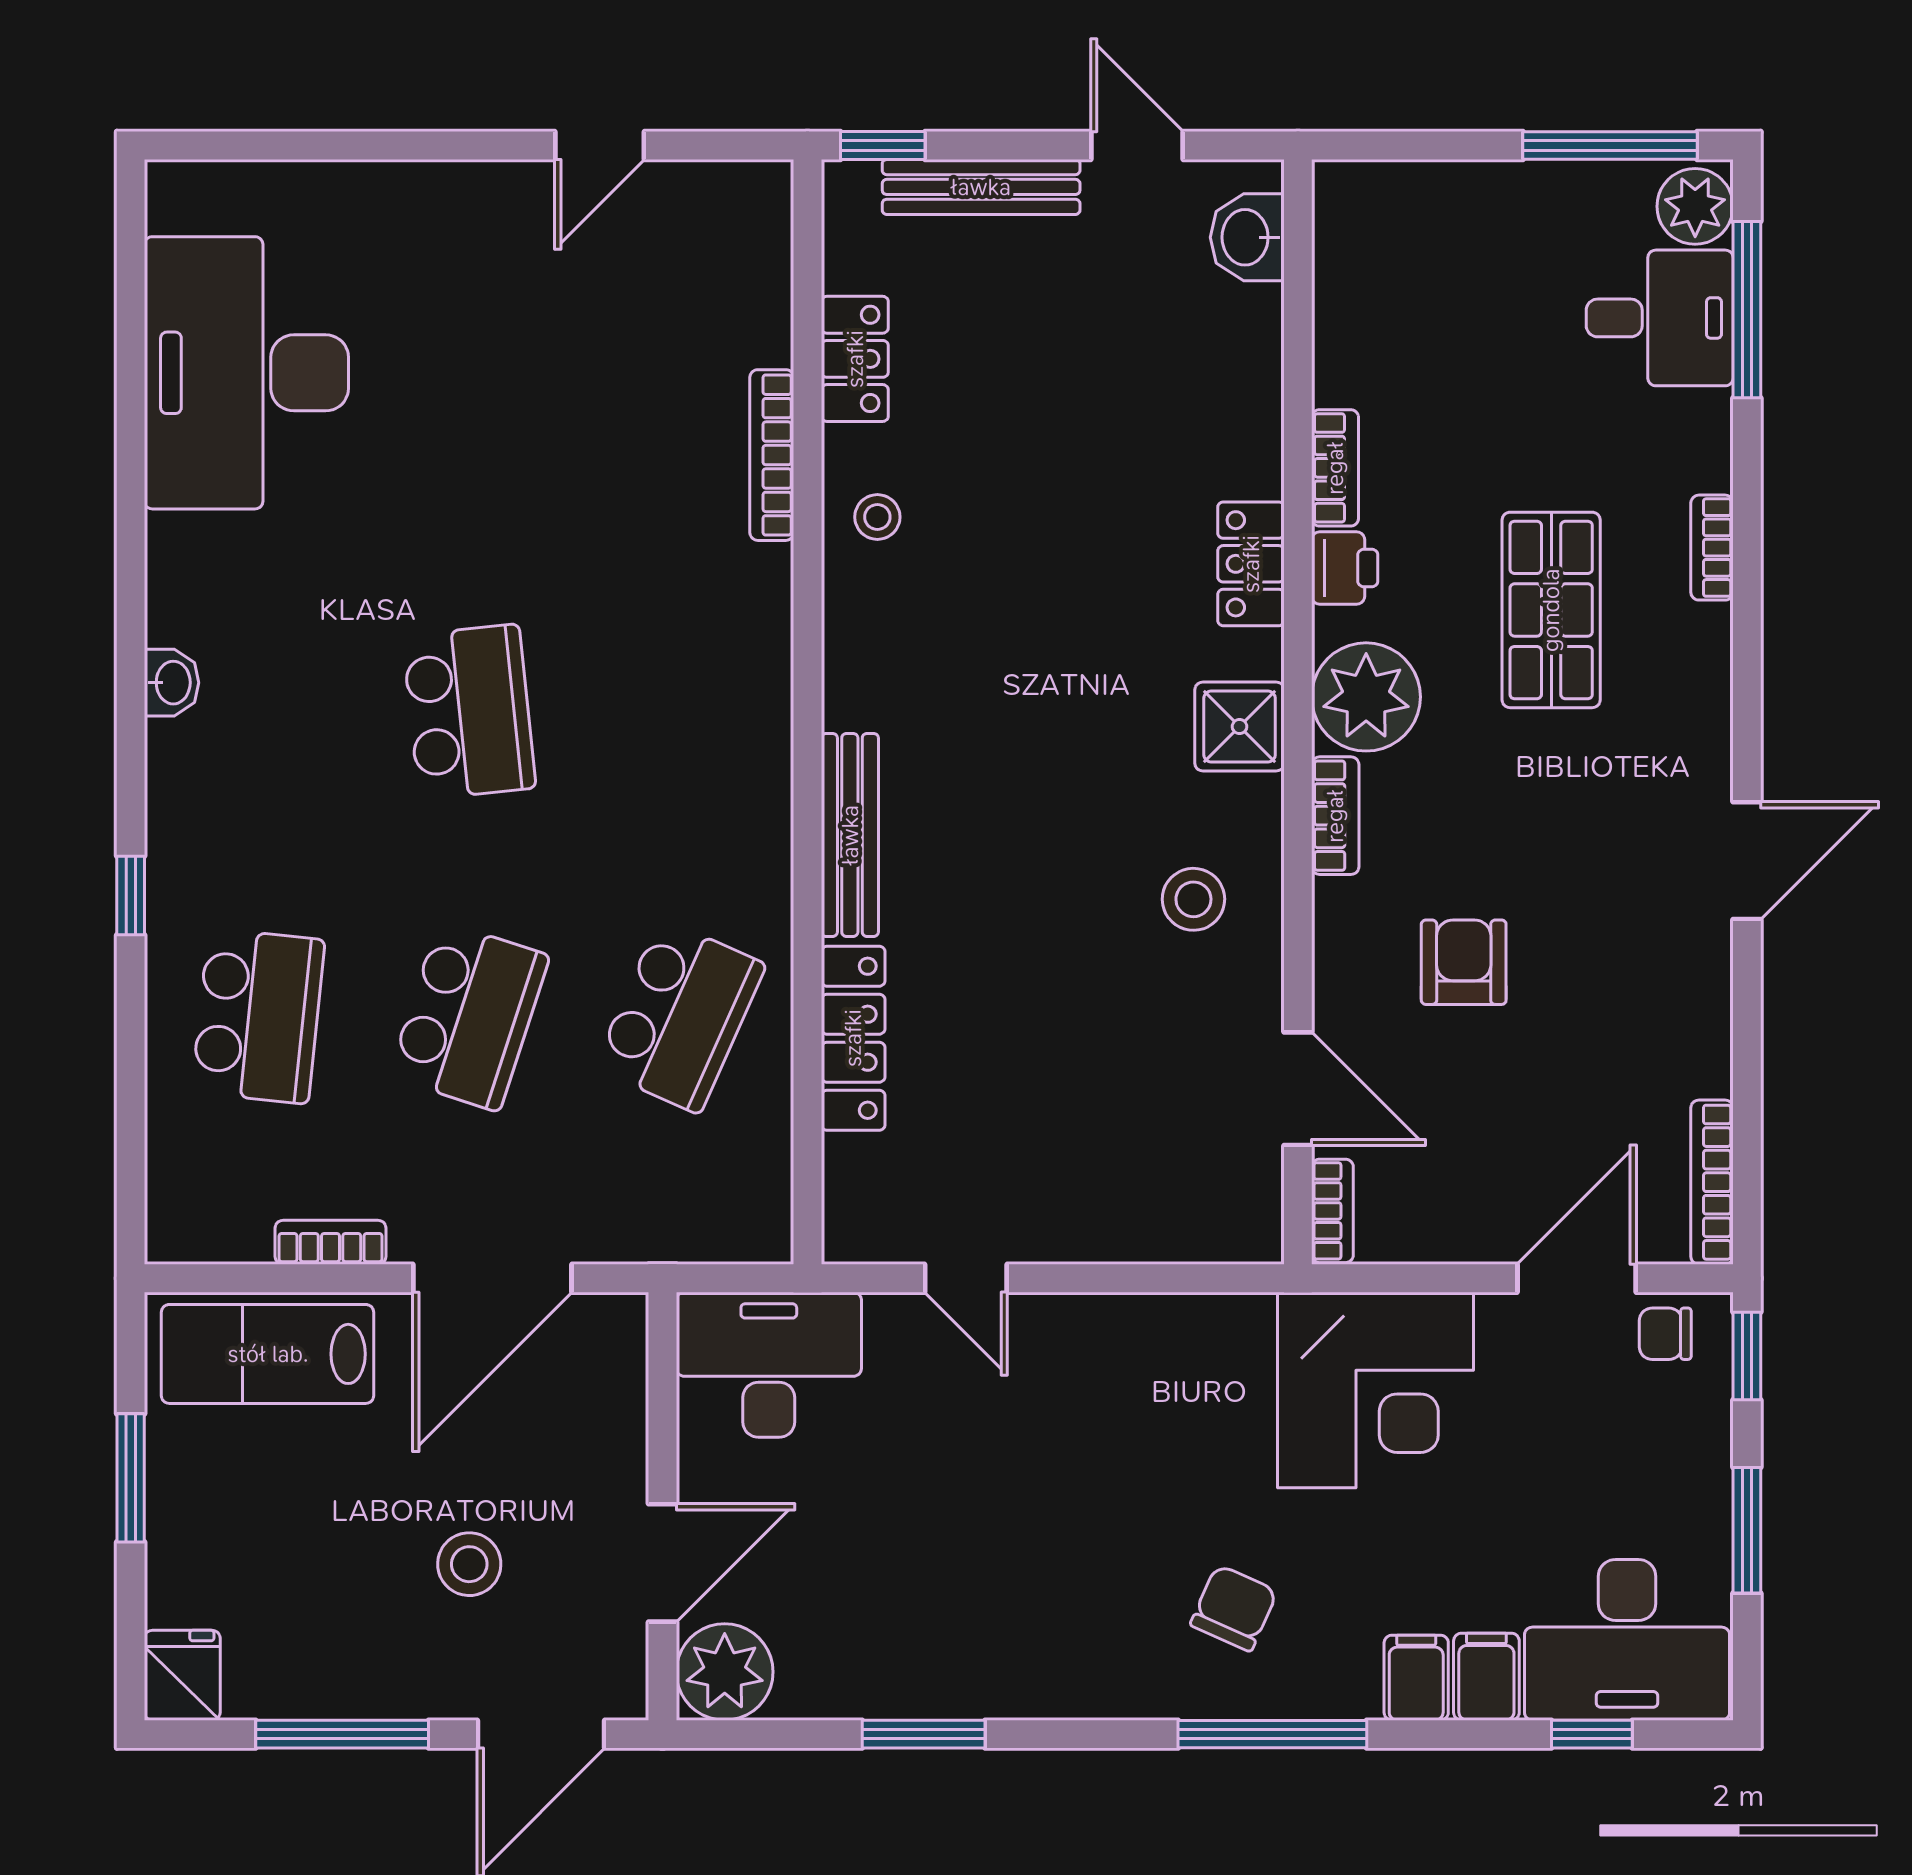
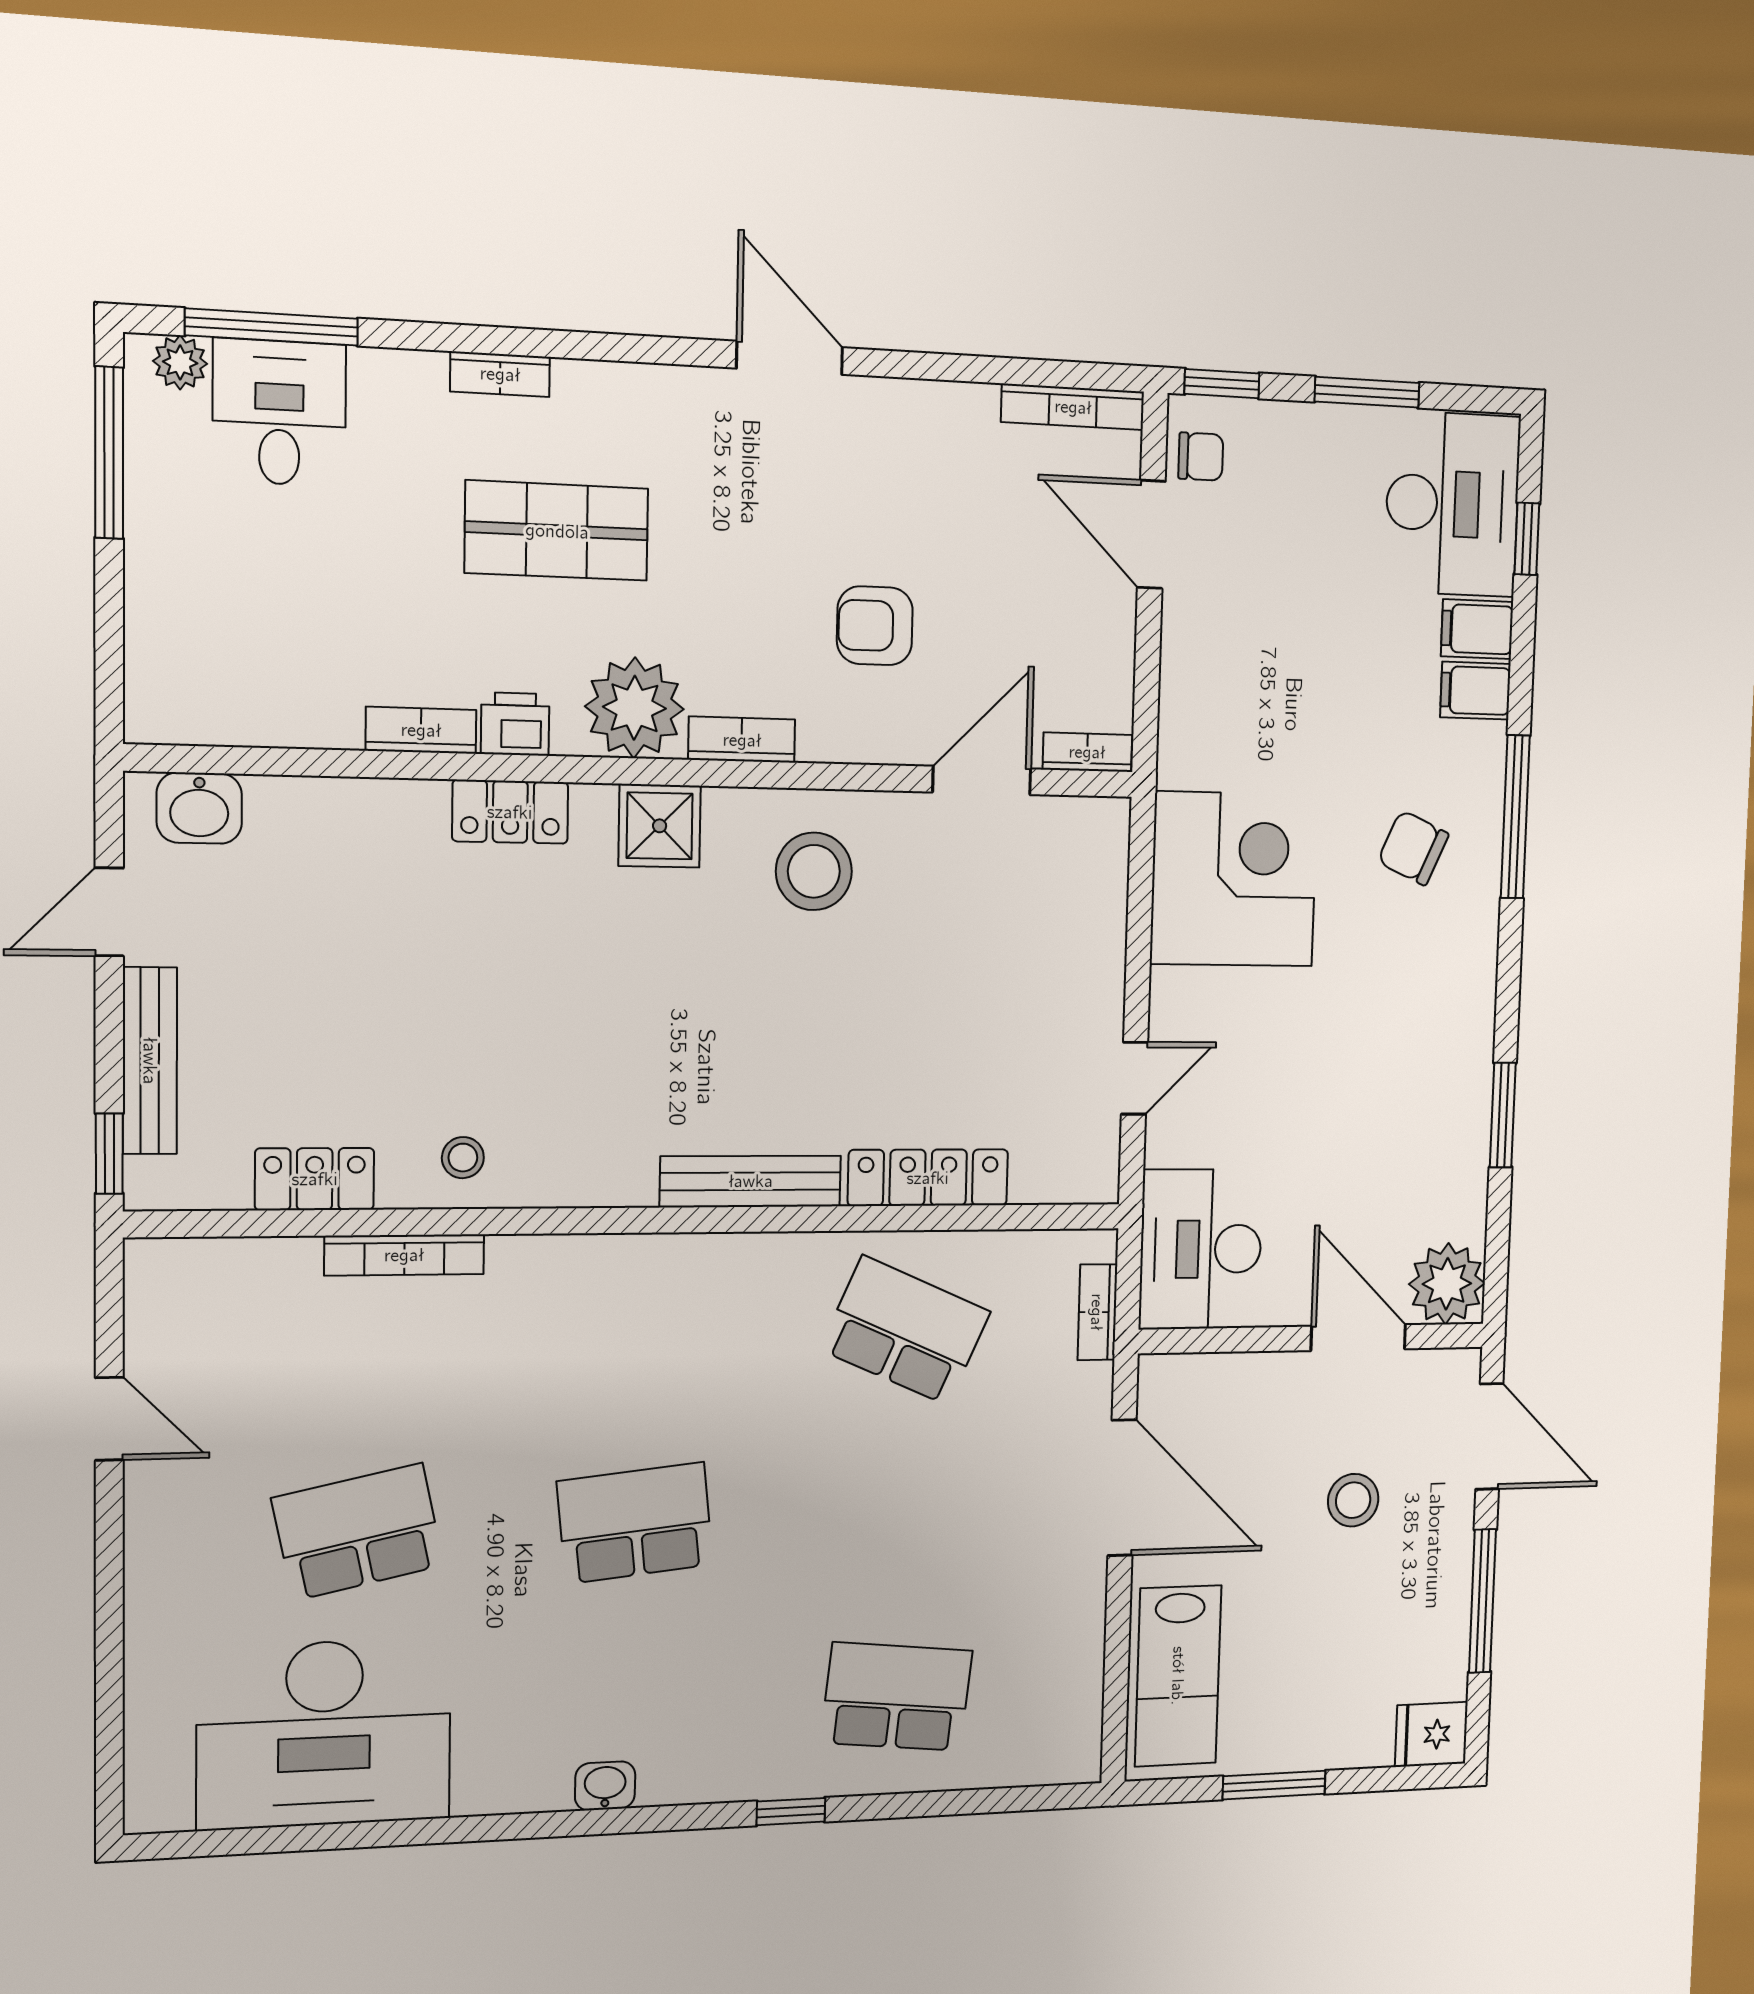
plant: (1695, 206) -> (180, 362), width x0.73, depth x0.73
stool: (1193, 899) -> (814, 871), width x1.38, depth x1.38
school desk: (469, 1016) -> (358, 1532), moved, turned -30
bookcase: (331, 1242) -> (1097, 1312), moved
chair: (1665, 1334) -> (1201, 457), turned -90
corner desk: (1376, 1390) -> (1234, 879), moved

